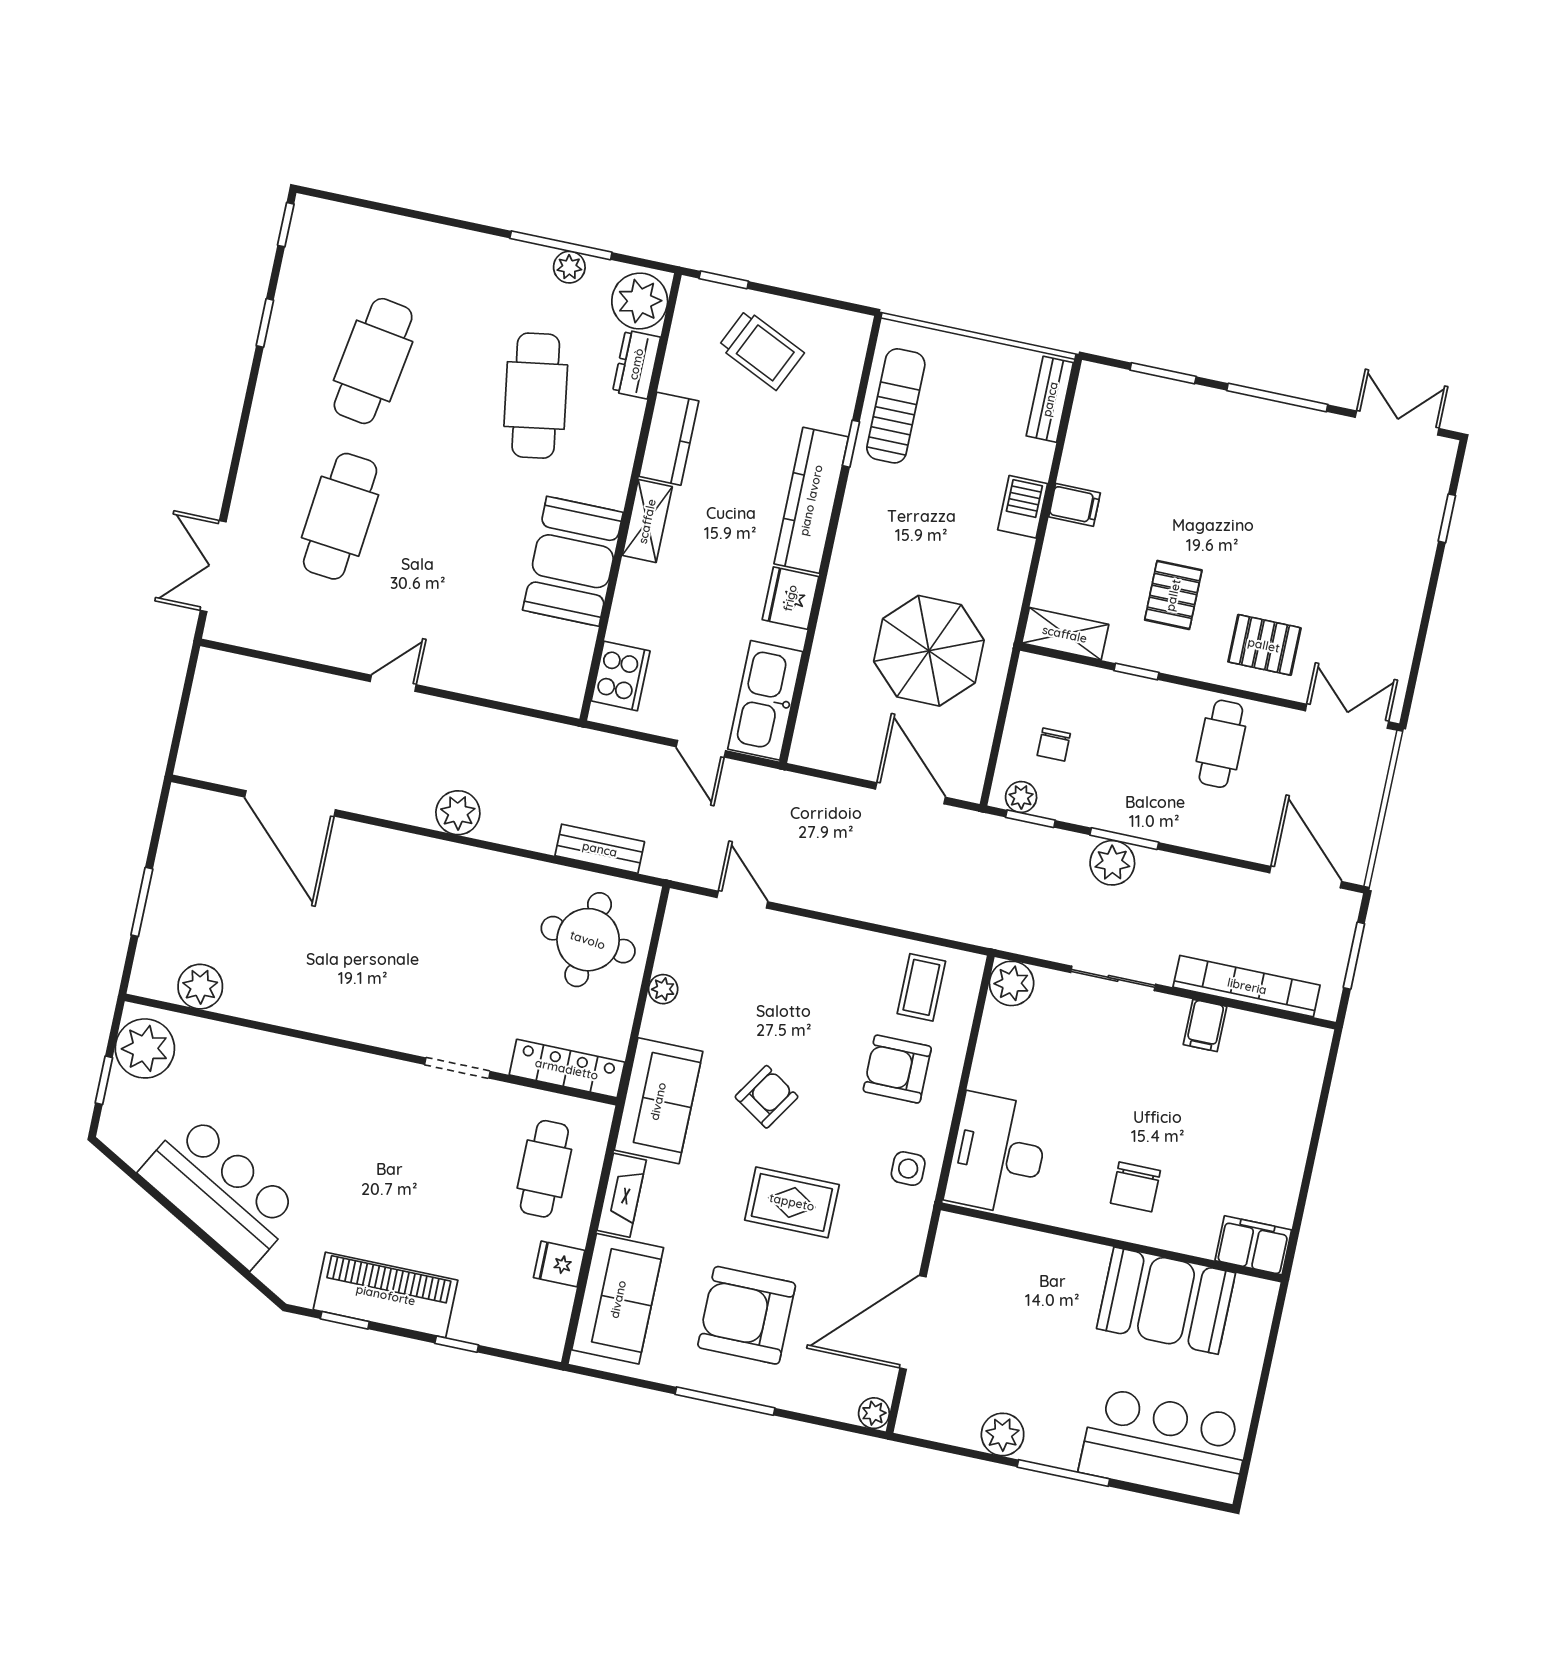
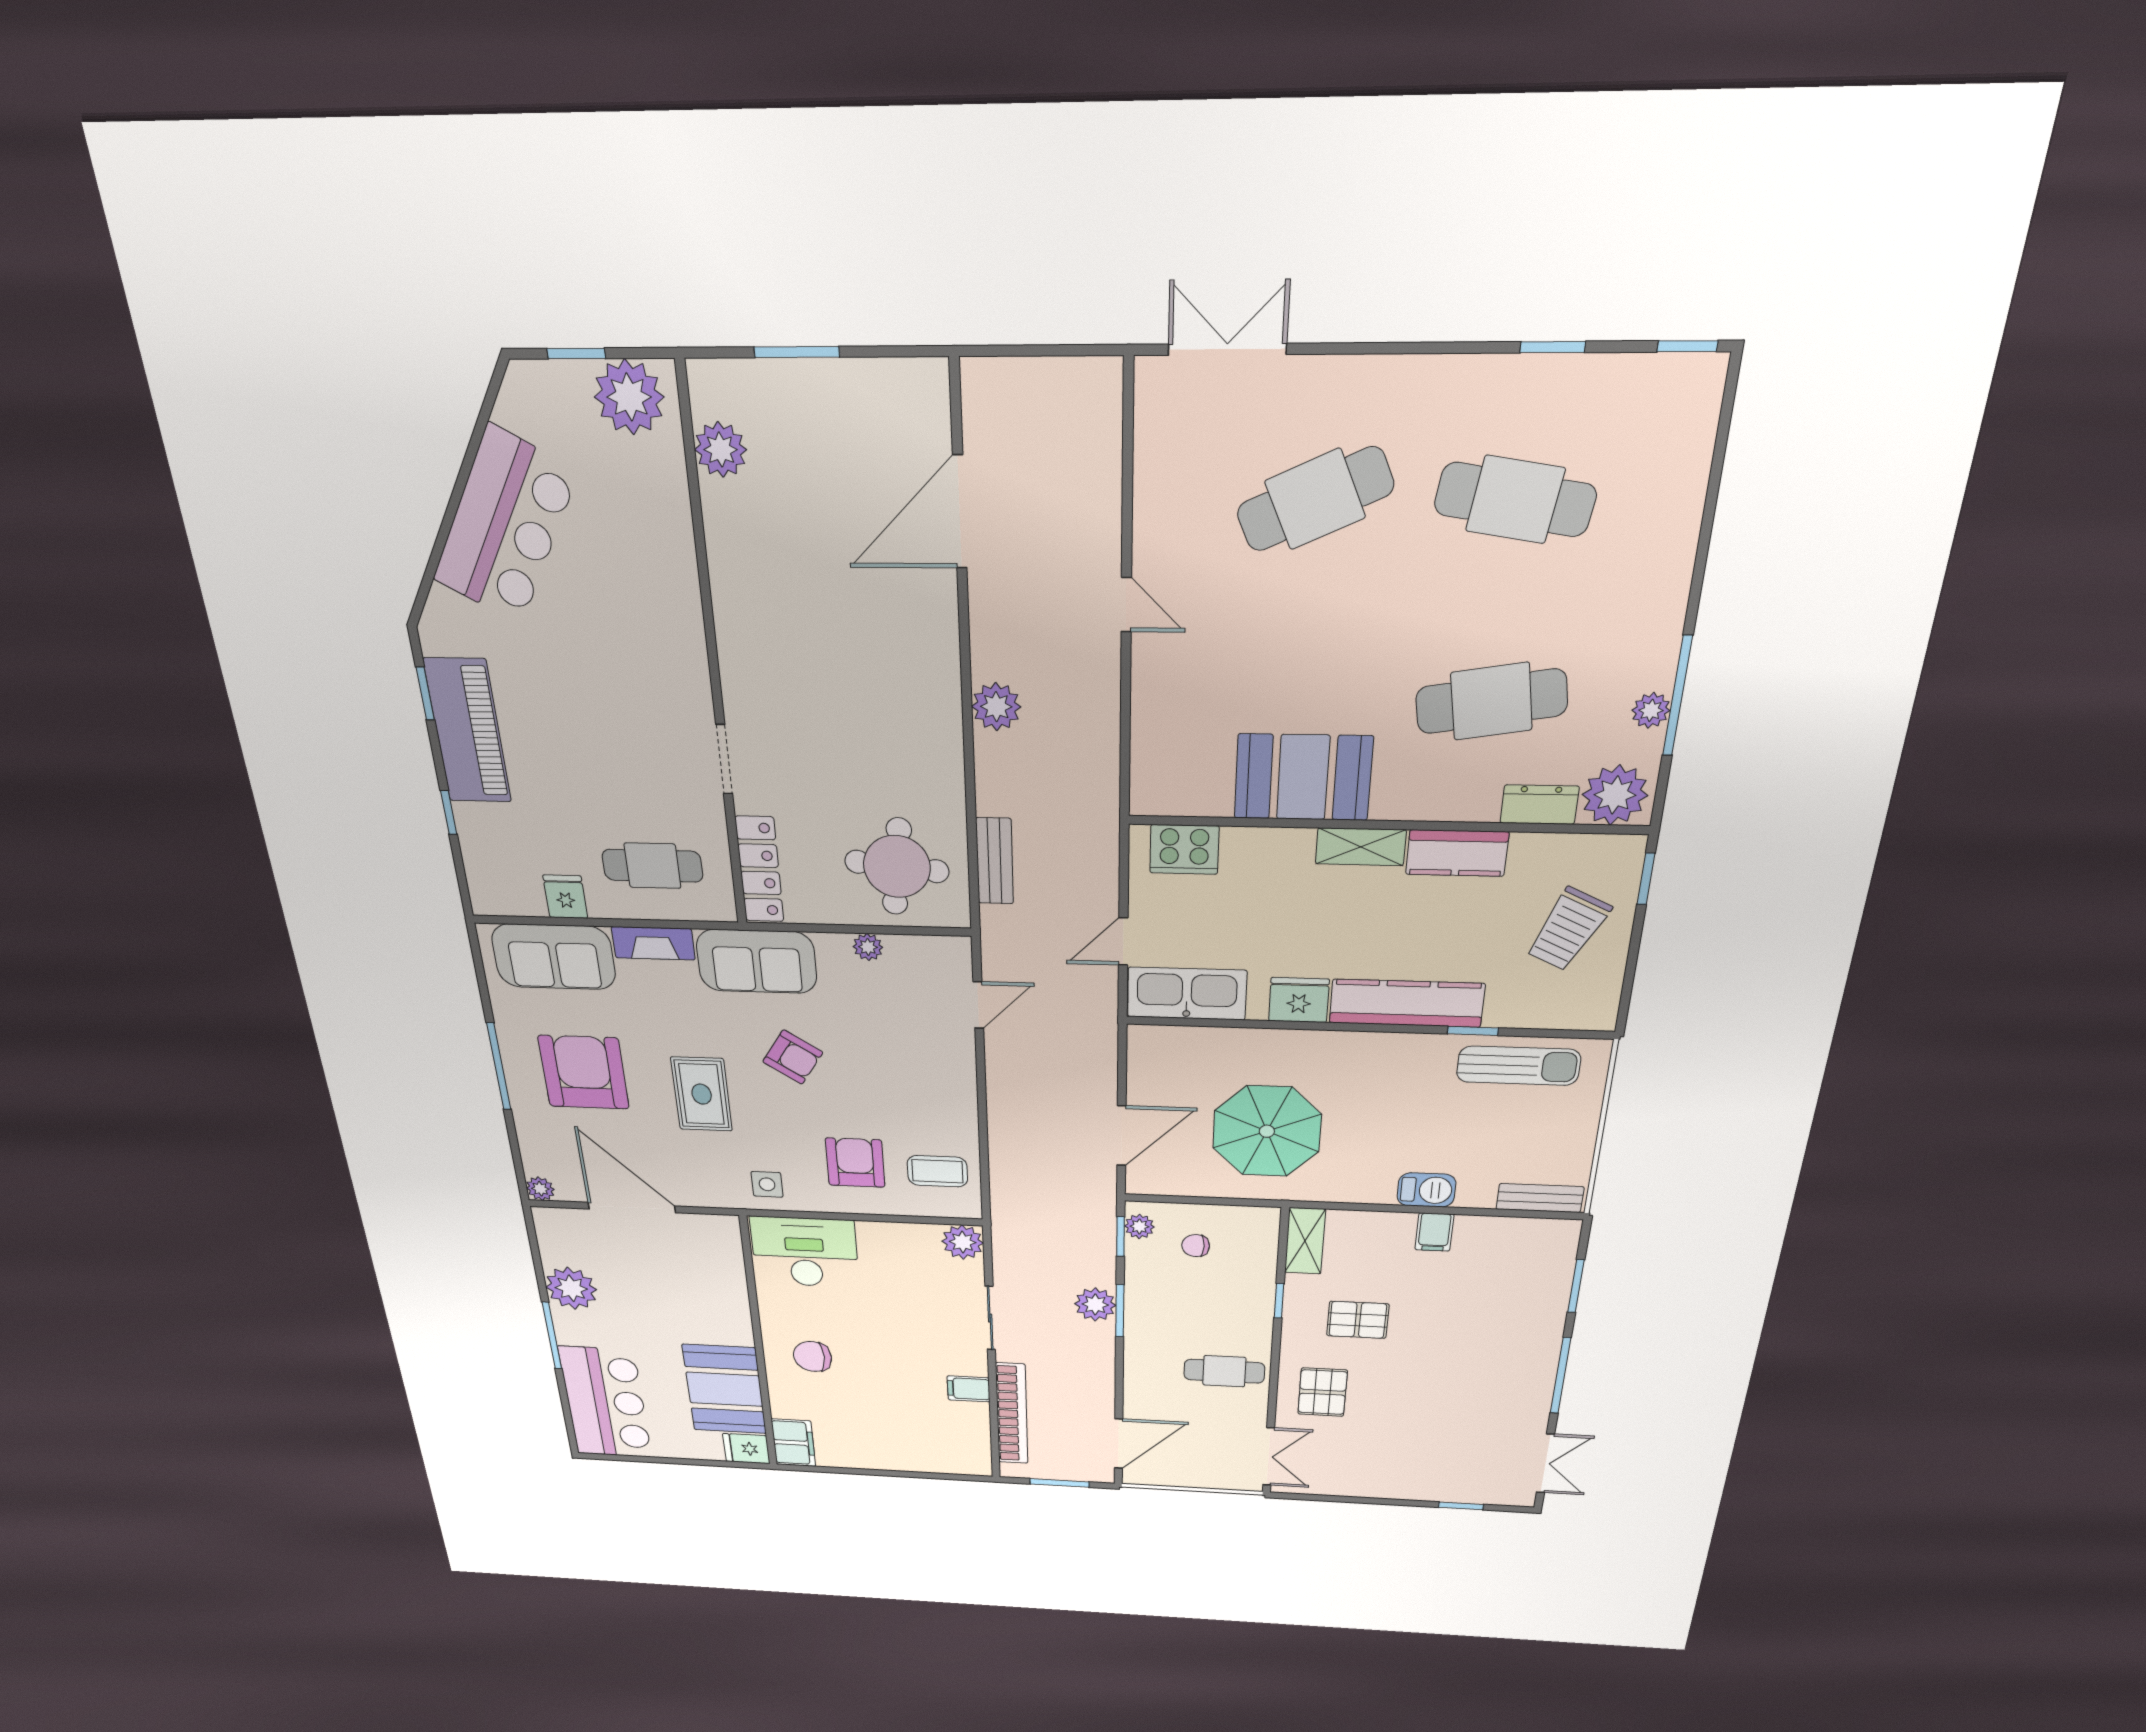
cafe table: (340, 516) -> (1315, 499), turned -30
fridge: (1254, 1303) -> (746, 1449), added
plant: (1003, 1434) -> (571, 1288), width x1.36, depth x1.36

